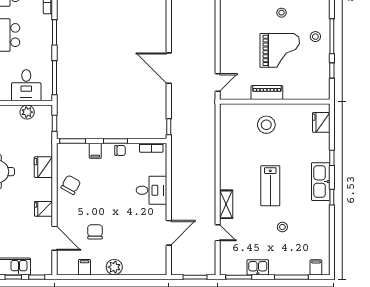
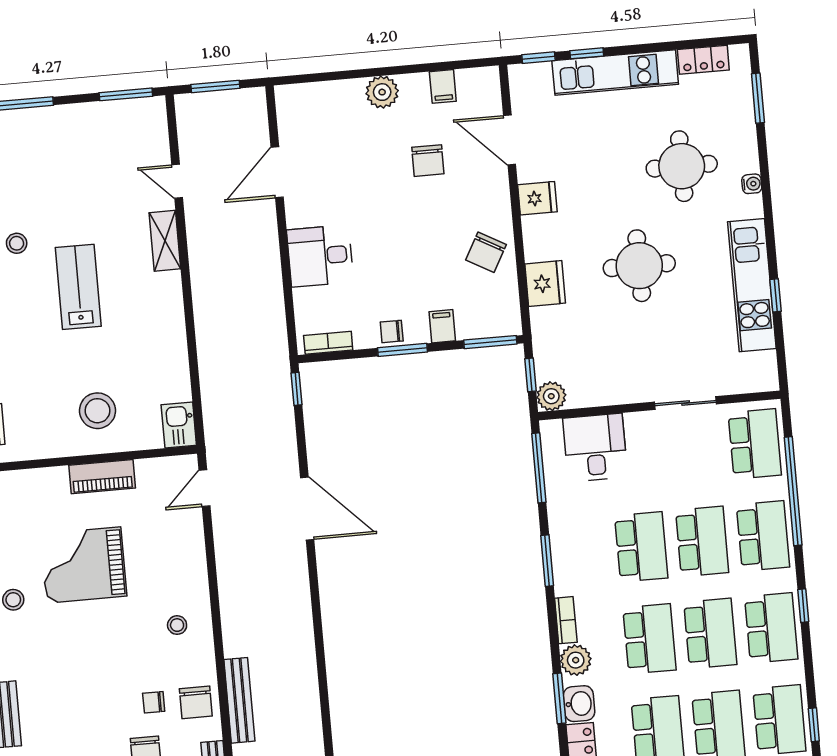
stool: (282, 13) -> (177, 625), moved
plant: (27, 112) -> (551, 396), moved
stool: (282, 227) -> (17, 243), moved
kitchen sink: (258, 267) -> (179, 425), moved, turned 90

